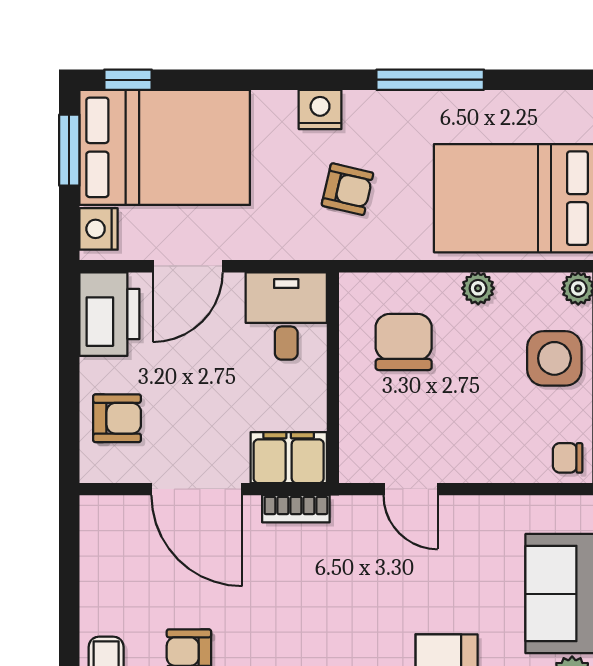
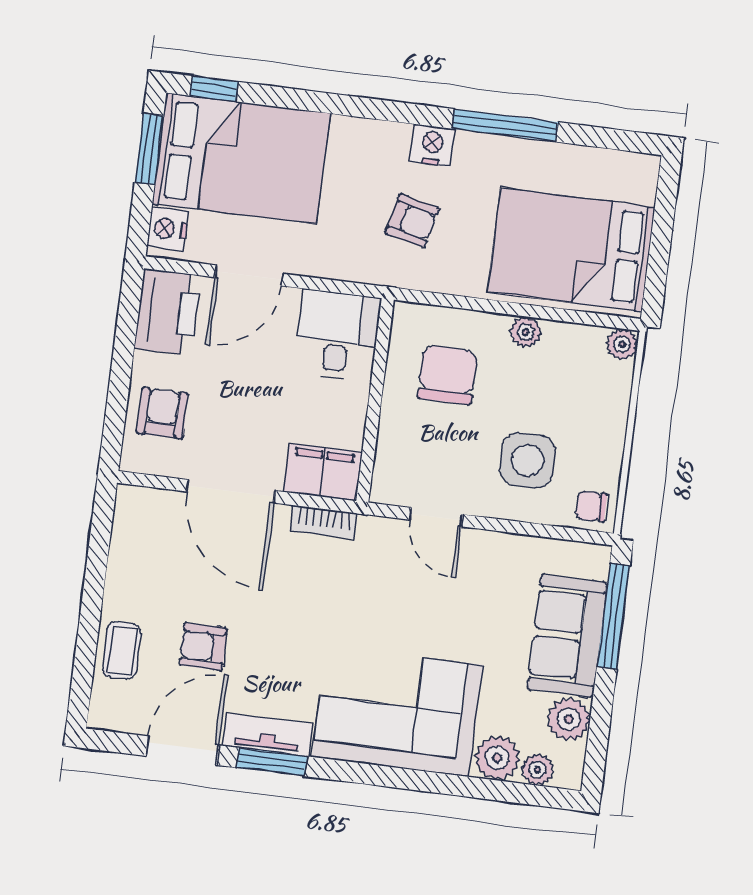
nightstand: (320, 109) -> (432, 145), moved
side table: (554, 358) -> (528, 460), moved
armchair: (117, 418) -> (162, 413), turned -90

